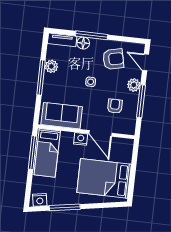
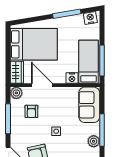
plant: (134, 85) -> (16, 93), moved
sofa: (62, 116) -> (89, 105), moved, turned 90
nightstand: (81, 139) -> (72, 78), moved
wardrobe: (126, 150) -> (17, 72), added

